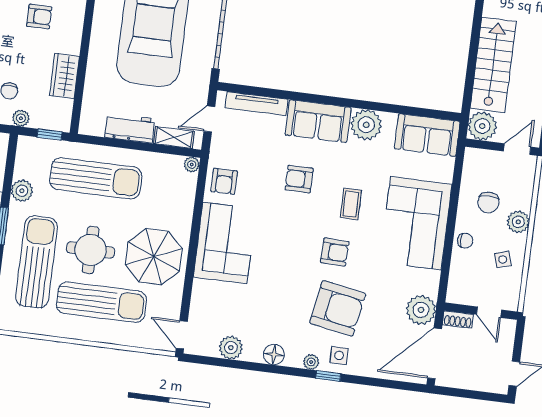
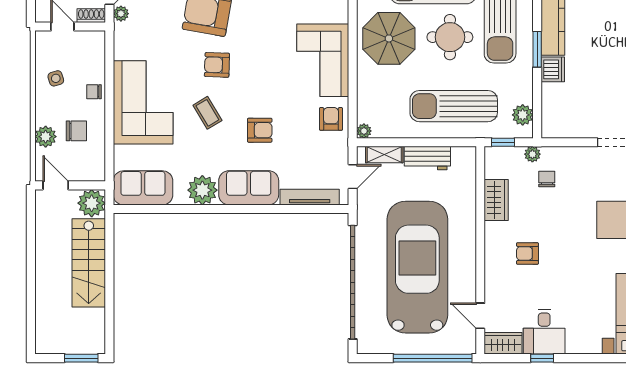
door: (517, 149) -> (56, 185), swing flipped
plant: (22, 191) -> (523, 115), moved
chair: (488, 203) -> (76, 131), turned 90
coffee table: (351, 204) -> (207, 113), turned -31
plant: (518, 222) -> (46, 137), moved
plant: (421, 310) -> (121, 14), width x0.53, depth x0.53

